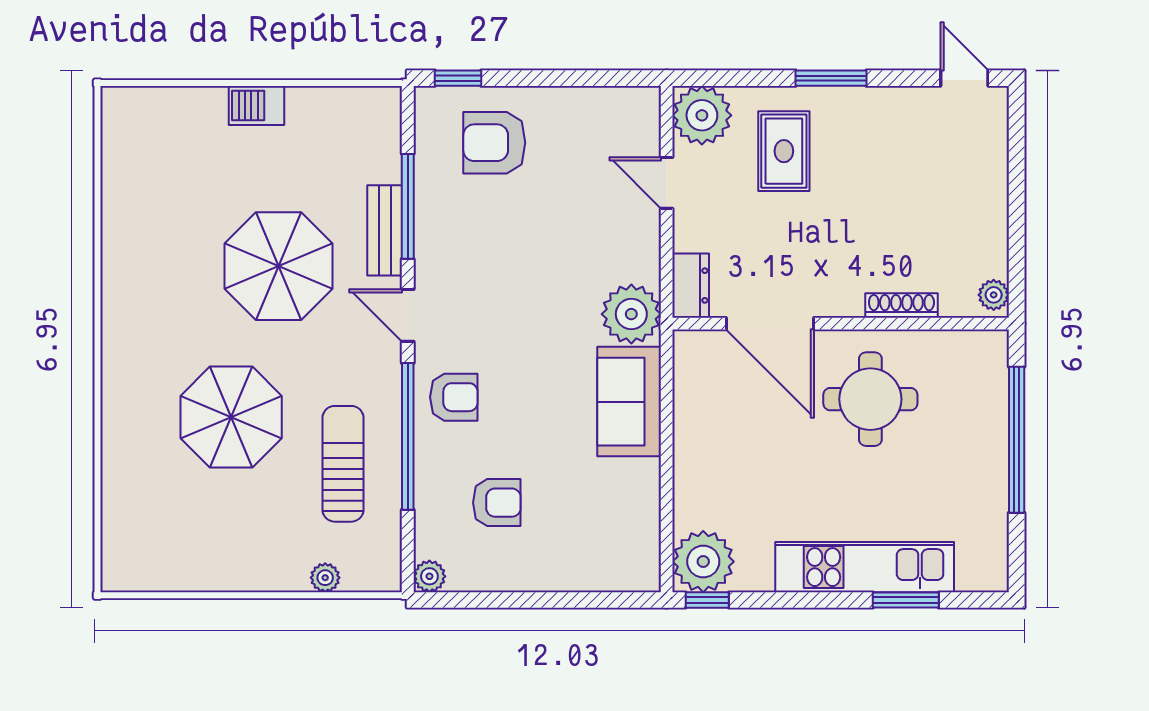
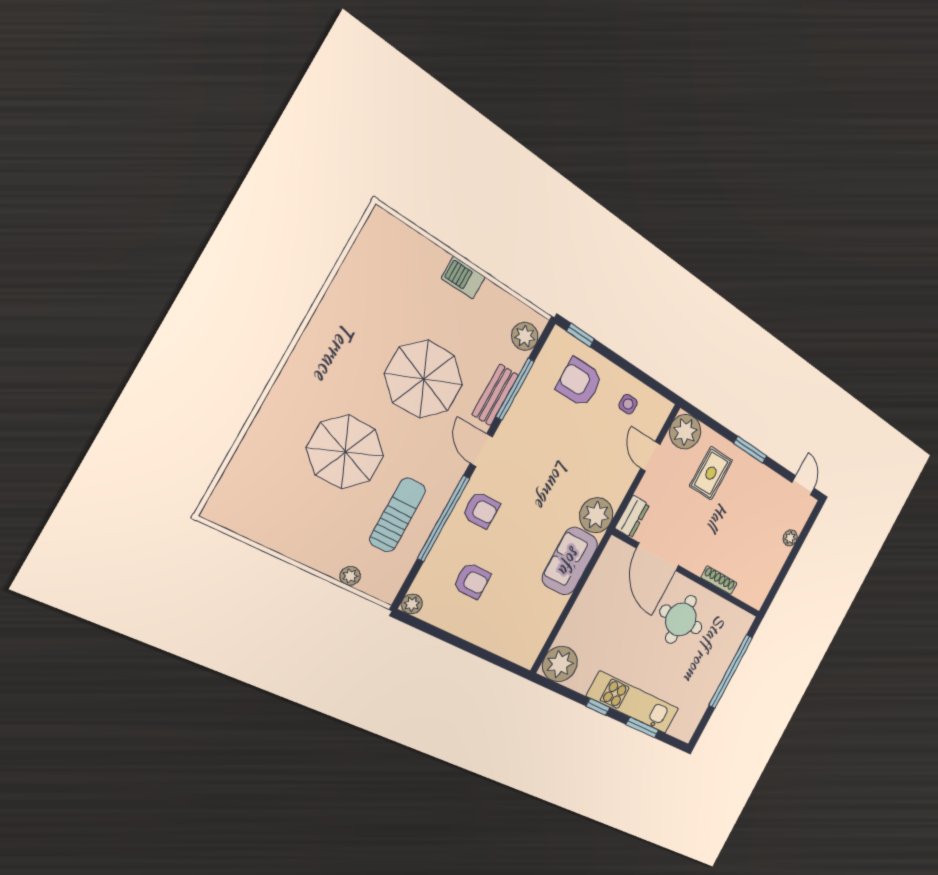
plant: (381, 129) -> (525, 336), added
side table: (586, 129) -> (628, 404), added
plant: (994, 295) -> (790, 538), moved
window: (707, 600) -> (598, 707), moved

